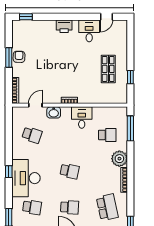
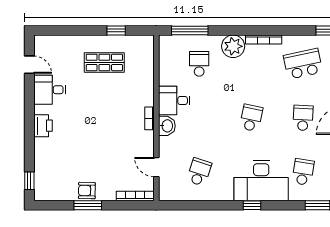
washbasin: (54, 112) -> (167, 126), moved

